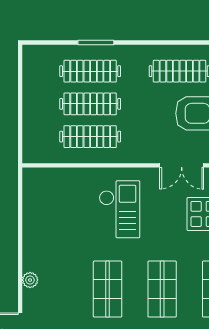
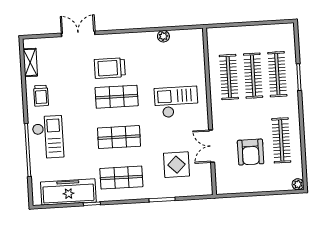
checkout: (119, 209) -> (176, 102), turned 180
plant: (30, 280) -> (163, 36), moved
trolley: (69, 296) -> (110, 68), added

